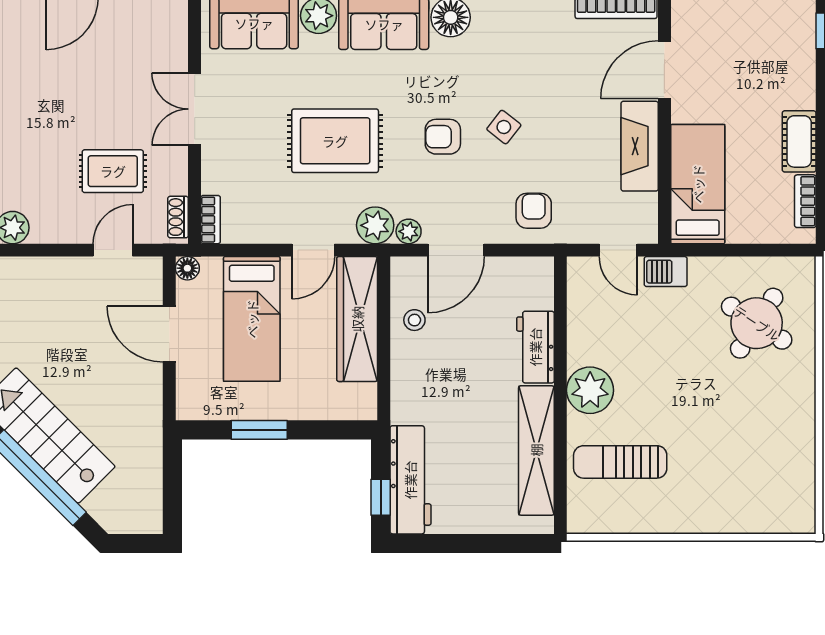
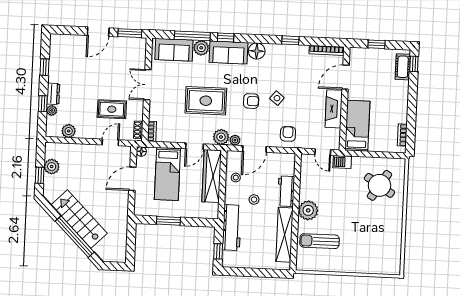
armchair: (443, 137) -> (251, 101), turned 180
cot: (799, 141) -> (403, 67), moved
door: (169, 334) -> (132, 179), hinge flipped
stool: (460, 370) -> (254, 200), added
workbench: (410, 480) -> (232, 228), moved

